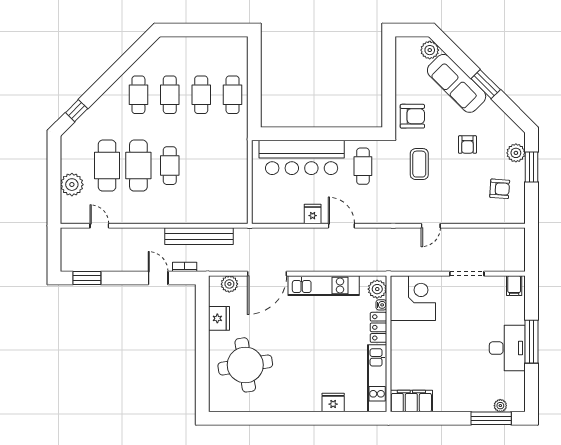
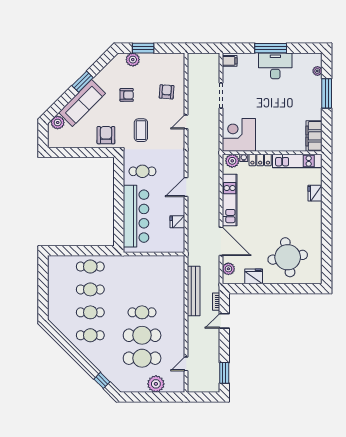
coffee table: (419, 164) -> (141, 130), turned 90
armchair: (500, 189) -> (167, 92), moved
fridge: (313, 214) -> (177, 222), moved
door: (431, 226) -> (186, 122), swing flipped
window: (491, 418) -> (327, 93), moved

